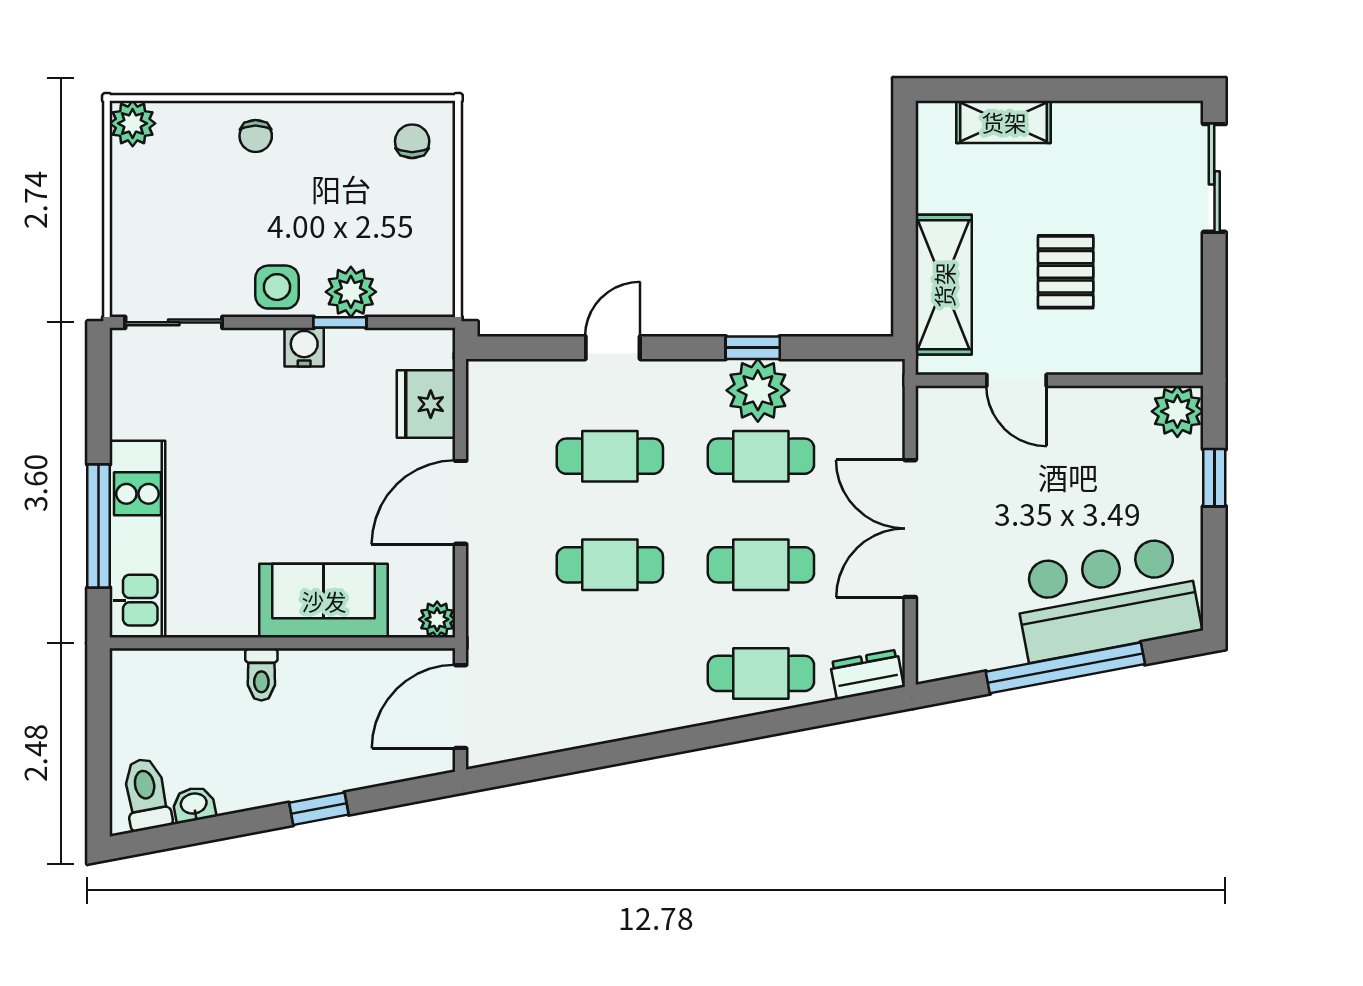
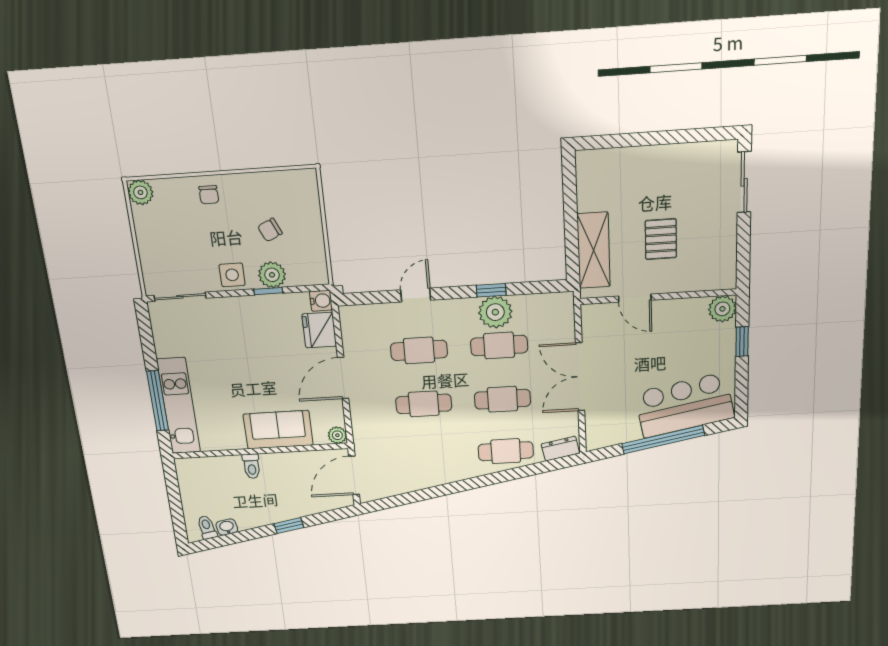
shelving: (1004, 122) -> (625, 159), removed
chair: (412, 141) -> (270, 230), moved, turned -115
water cooler: (304, 347) -> (321, 301), moved, turned 90
toilet: (146, 794) -> (207, 527), width x0.73, depth x0.72

